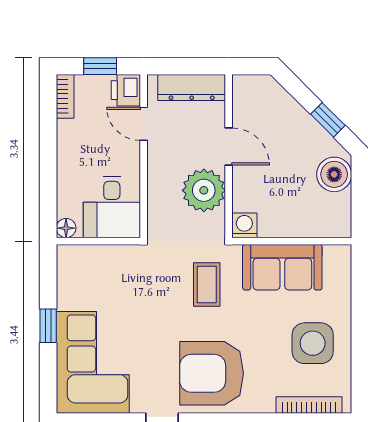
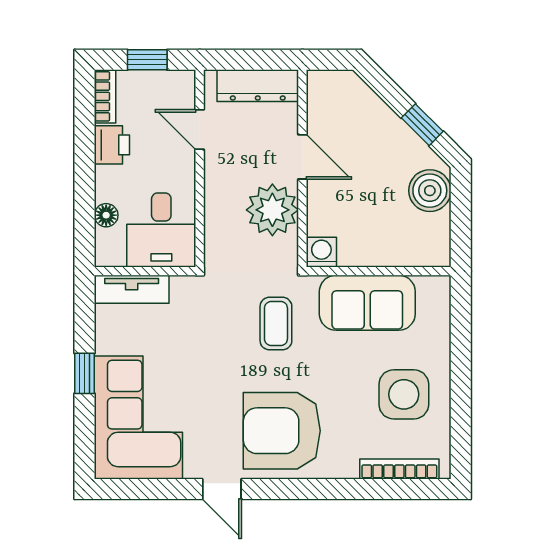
printer: (126, 90) -> (112, 145), moved, turned 180
floor lamp: (66, 228) -> (106, 215), moved
tv unit: (87, 256) -> (132, 289), added

